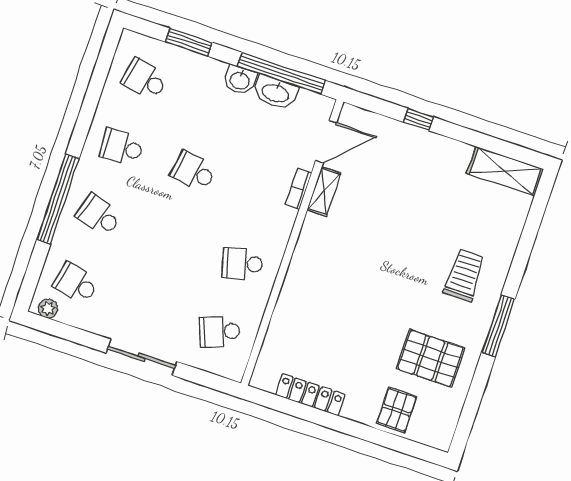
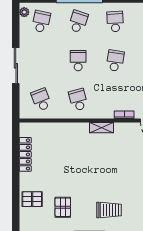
shelving: (324, 192) -> (101, 128), moved
school desk: (171, 239) -> (78, 61), added
pallet: (431, 358) -> (63, 207), width x0.67, depth x0.71

